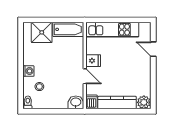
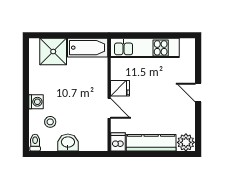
door: (153, 49) -> (198, 92), moved
washbasin: (76, 102) -> (68, 143), moved

